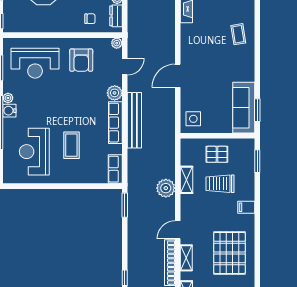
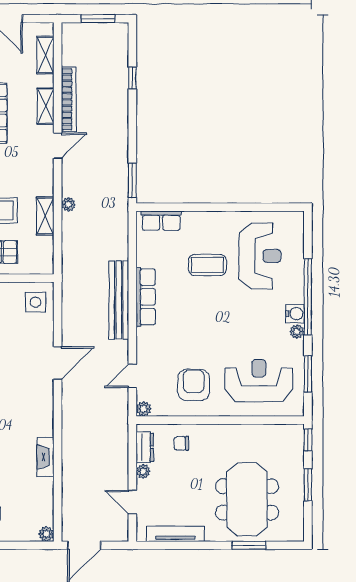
plant: (115, 93) -> (147, 339), removed
coffee table: (71, 145) -> (207, 265), turned 90
row of seats: (115, 169) -> (161, 221), moved, turned 90
plant: (166, 188) -> (68, 204), width x0.53, depth x0.53

